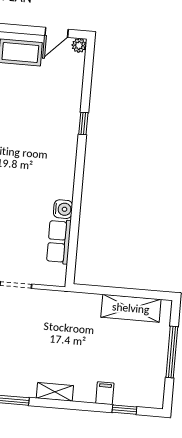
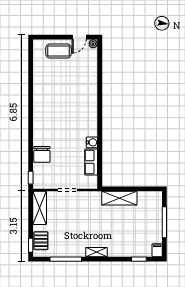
window: (83, 124) -> (100, 90), removed
shelving: (131, 308) -> (119, 198), moved
filing cabinet: (105, 393) -> (157, 250), moved

